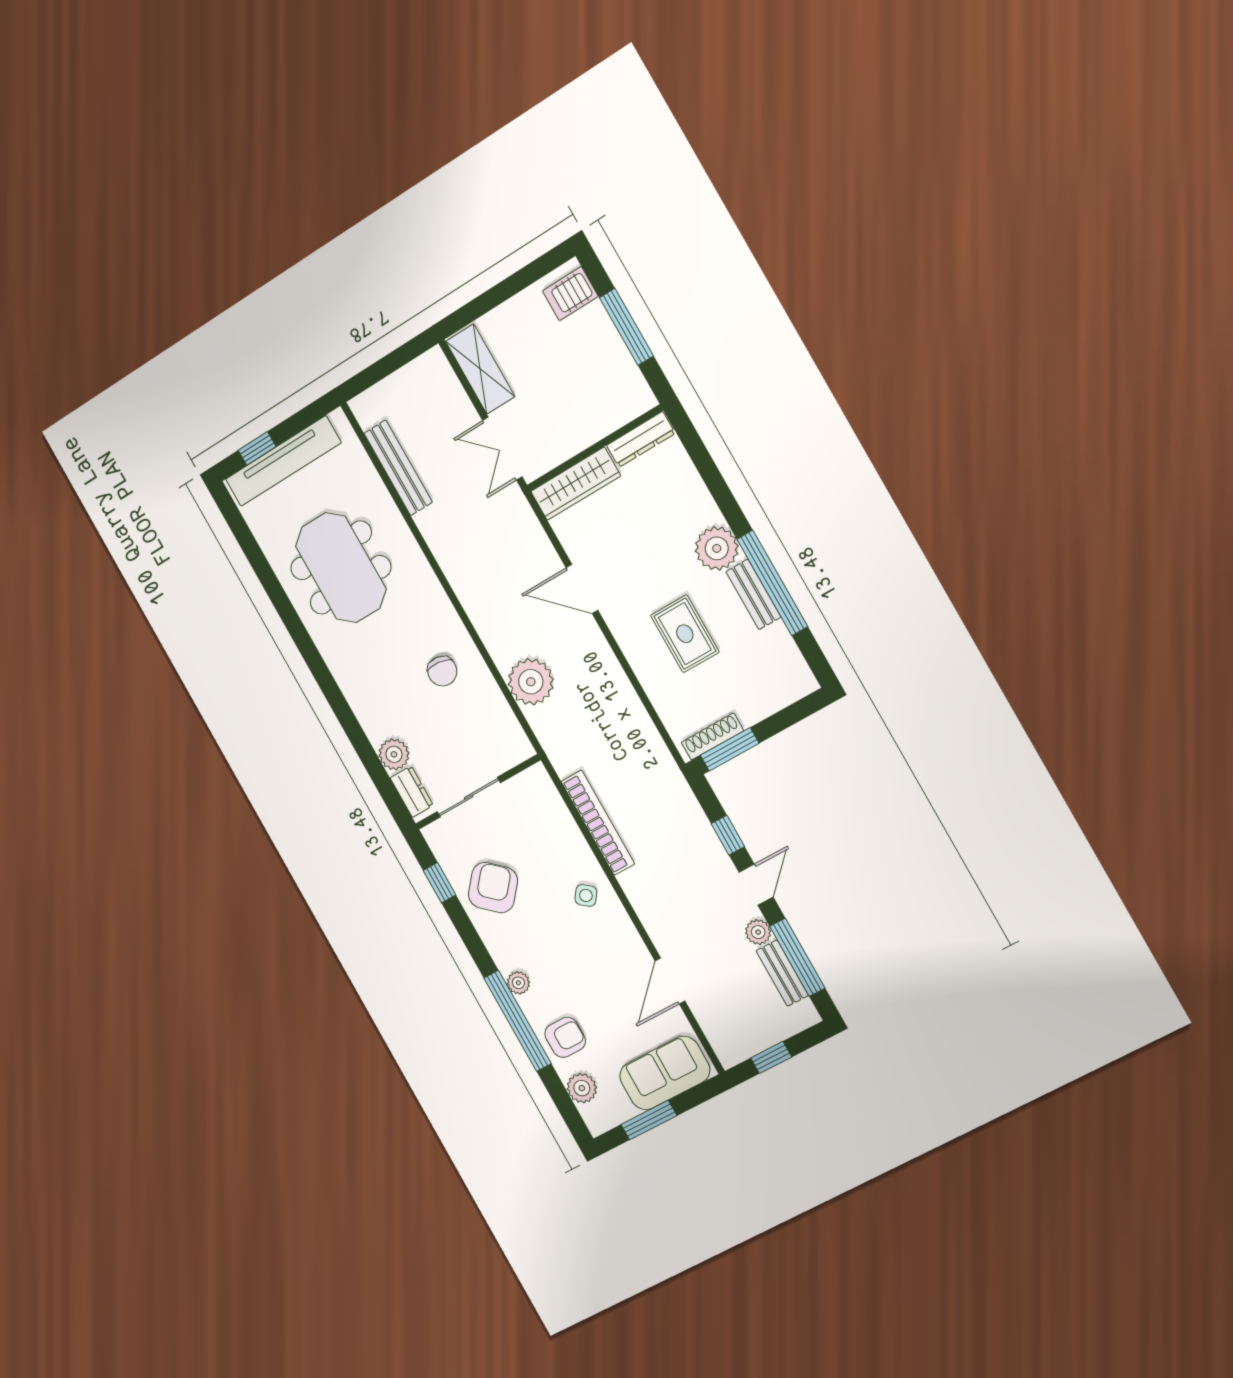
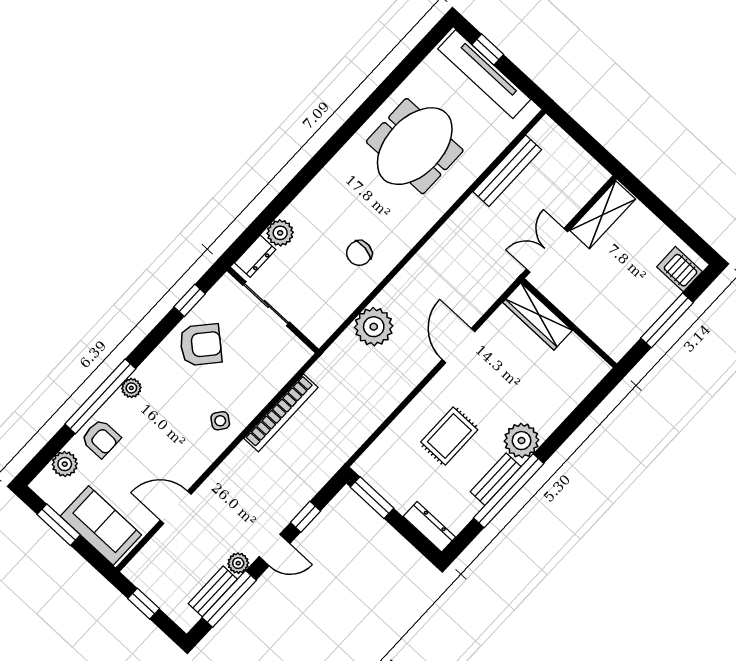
dresser: (641, 439) -> (429, 527), moved, turned 180
shoe rack: (712, 736) -> (378, 481), removed

